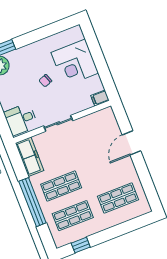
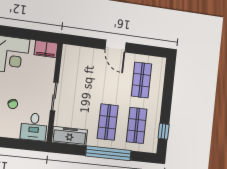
chair: (45, 81) -> (13, 104), moved
filing cabinet: (100, 98) -> (46, 49), width x2.00
door: (131, 143) -> (115, 46), moved

